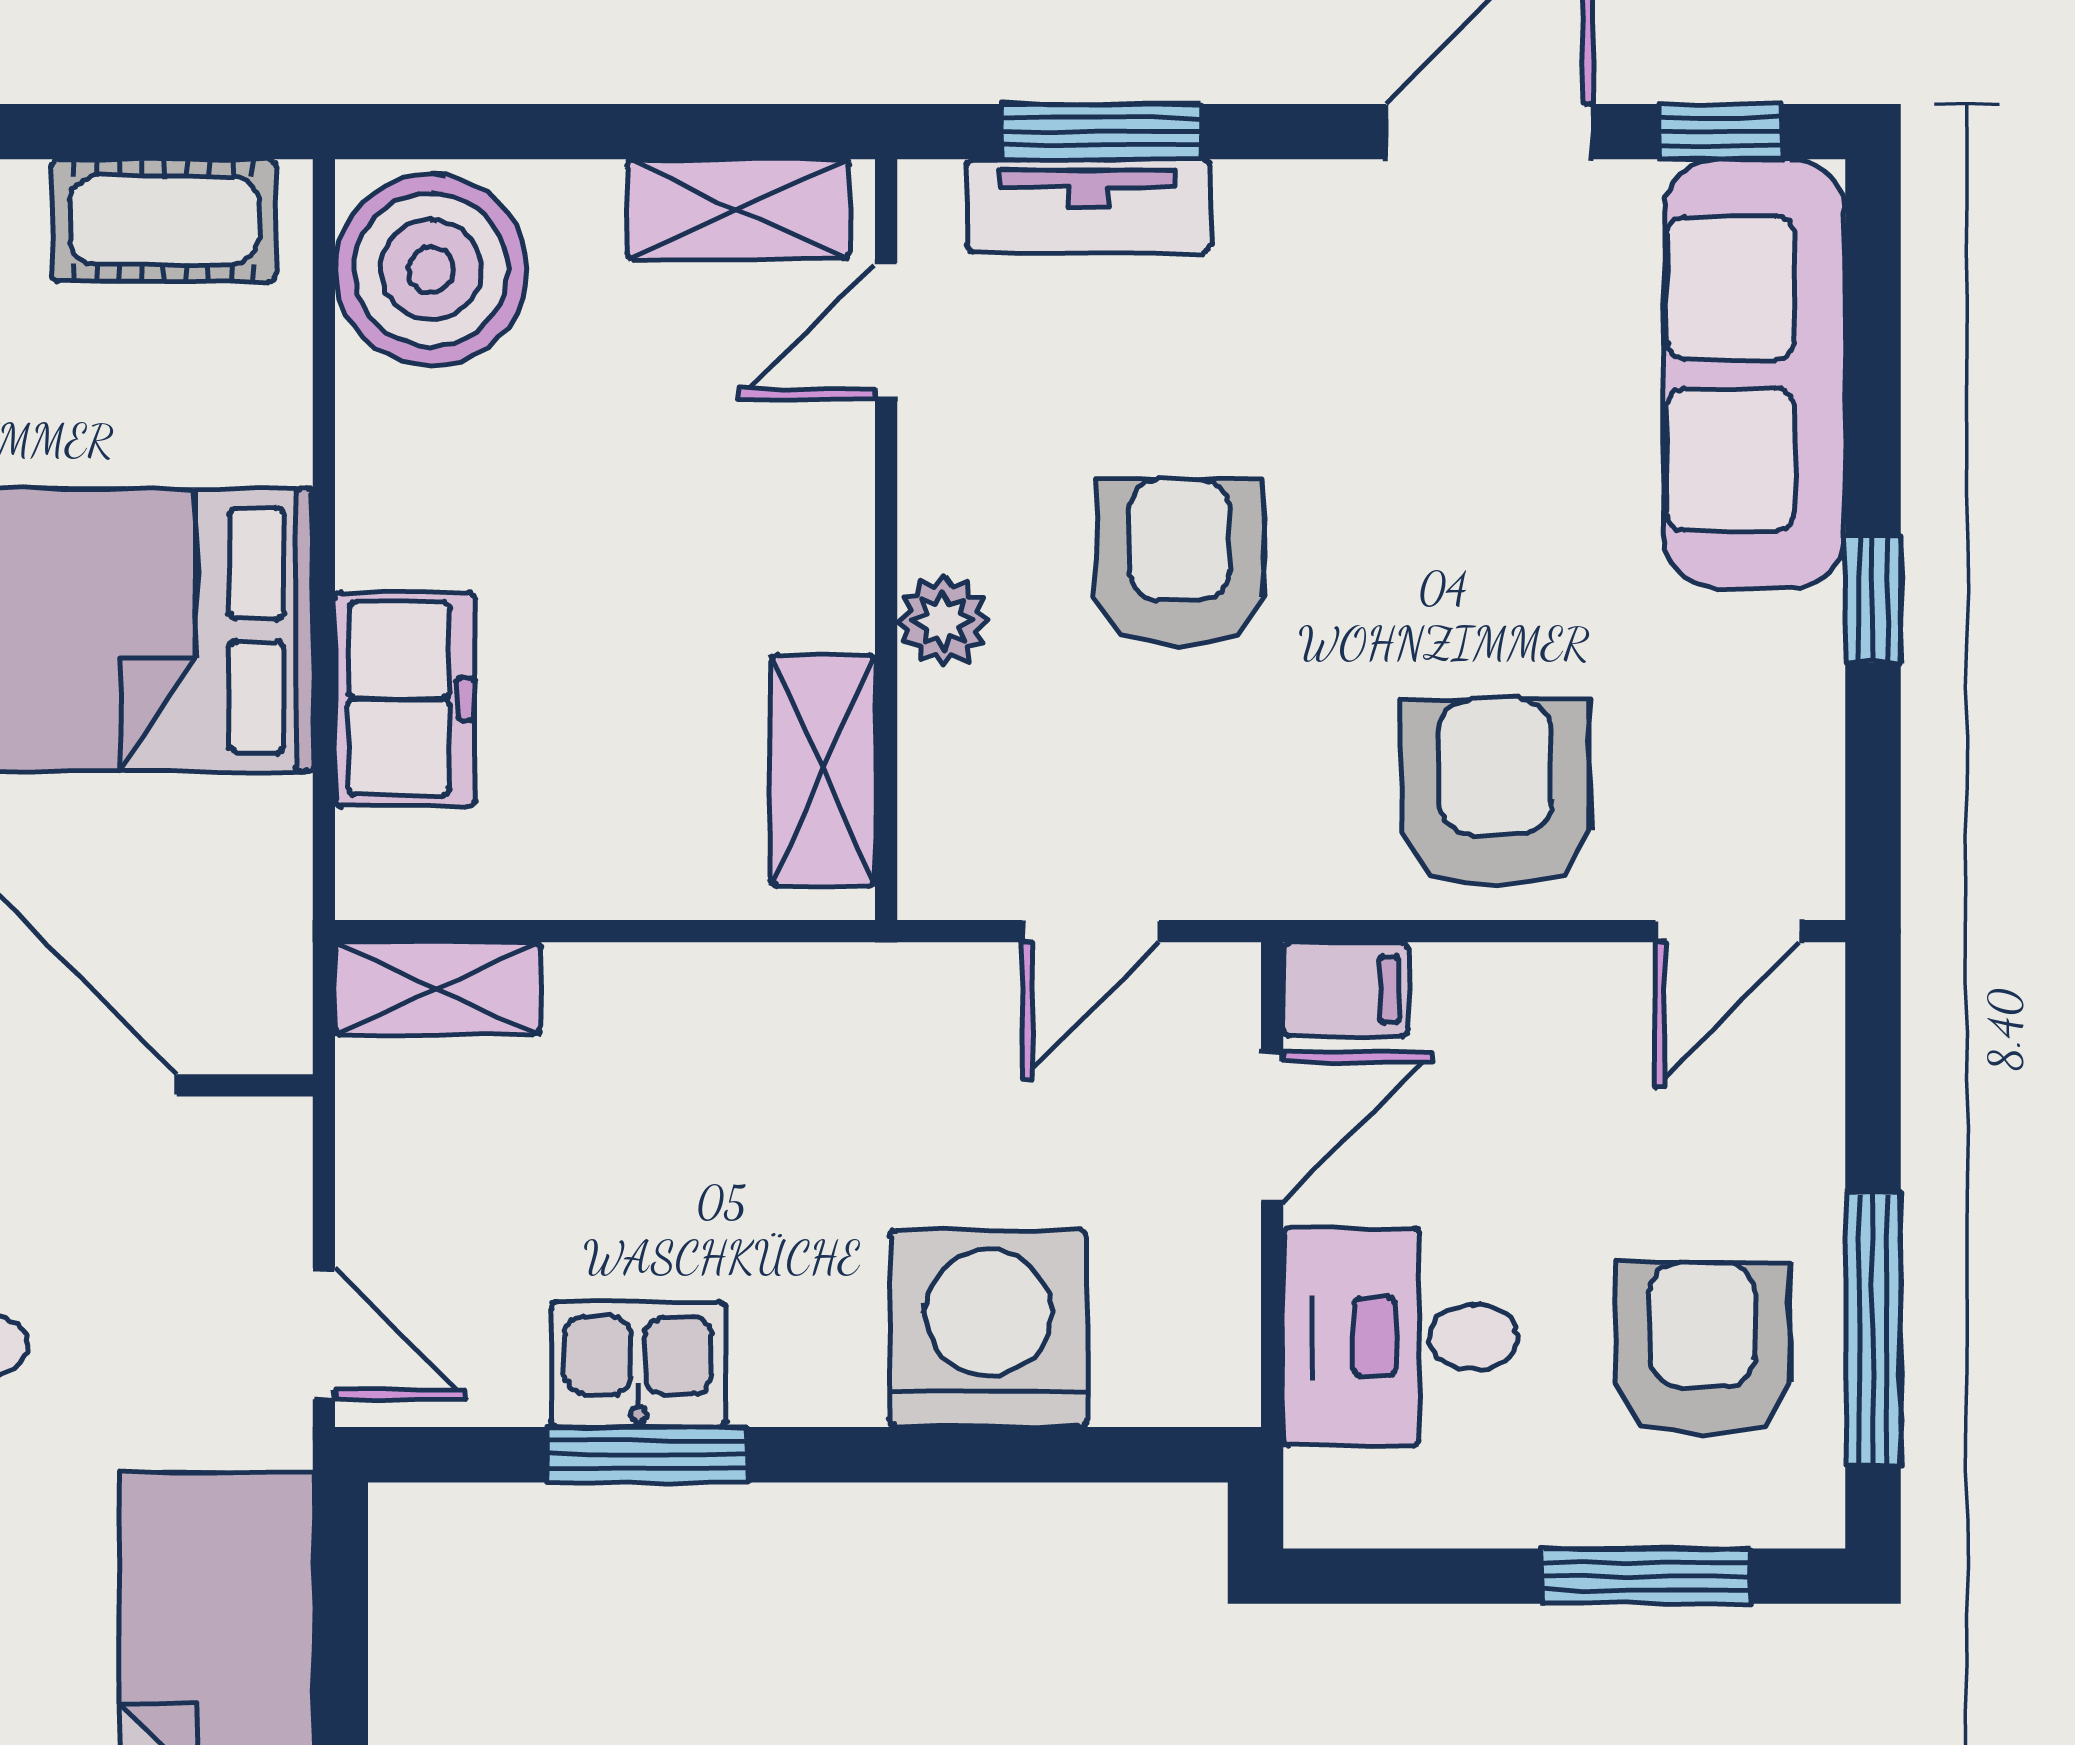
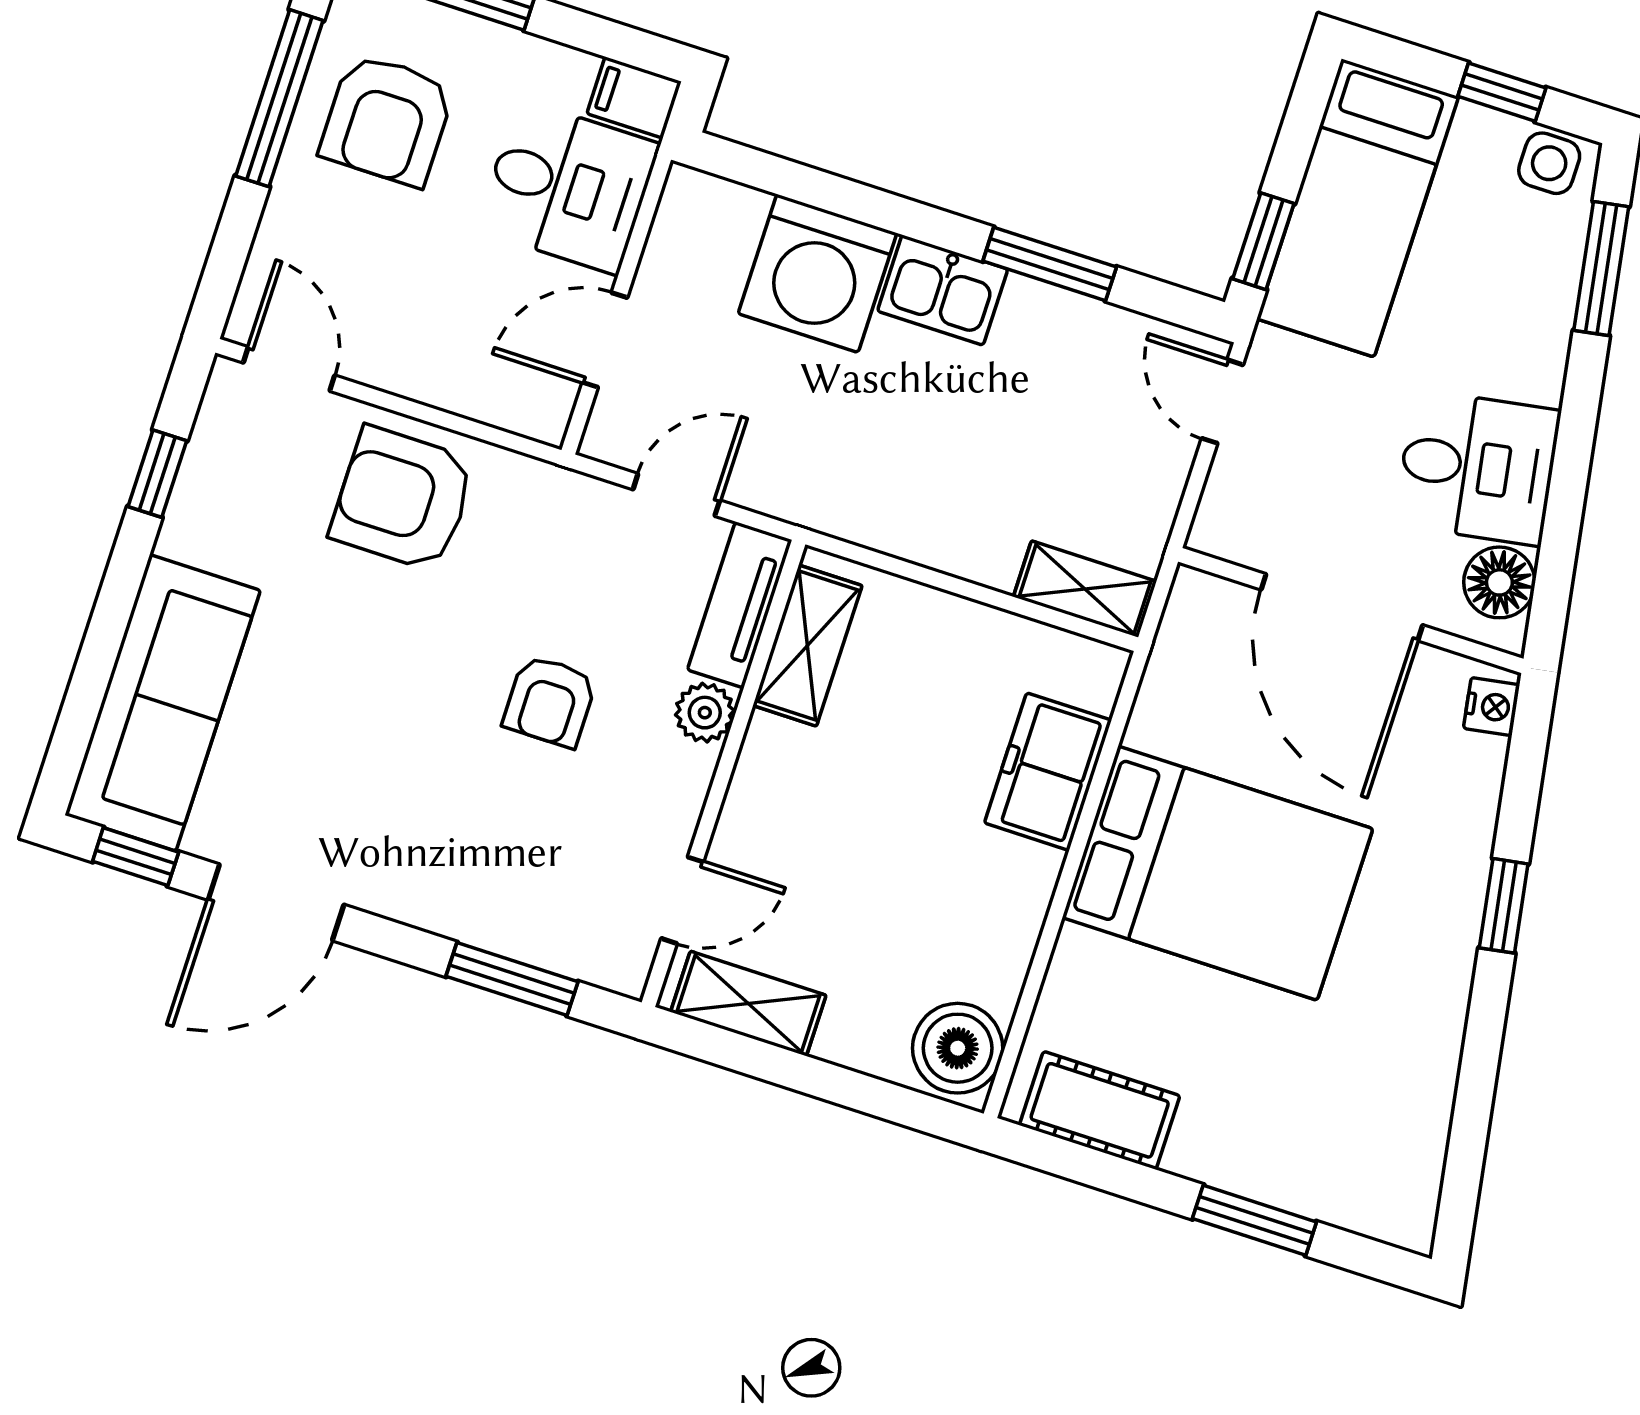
tv unit: (1088, 206) -> (740, 605), moved, turned -90
boiler: (431, 270) -> (958, 1048), width x0.73, depth x0.73
armchair: (1179, 563) -> (550, 701), width x0.72, depth x0.72
window: (1873, 599) -> (157, 474), moved
armchair: (1496, 793) -> (403, 499), turned 91
door: (1728, 931) -> (289, 369), hinge flipped
filing cabinet: (1346, 989) -> (634, 98), moved
kitchen sink: (638, 1364) -> (943, 290), moved
window: (340, 1592) -> (1263, 241), added

